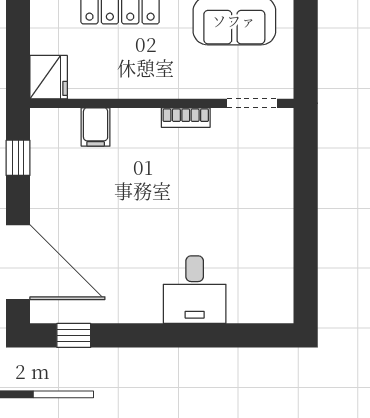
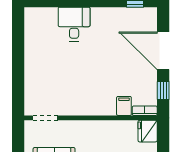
bookcase: (186, 118) -> (145, 111), moved
door: (18, 262) -> (163, 51), moved

